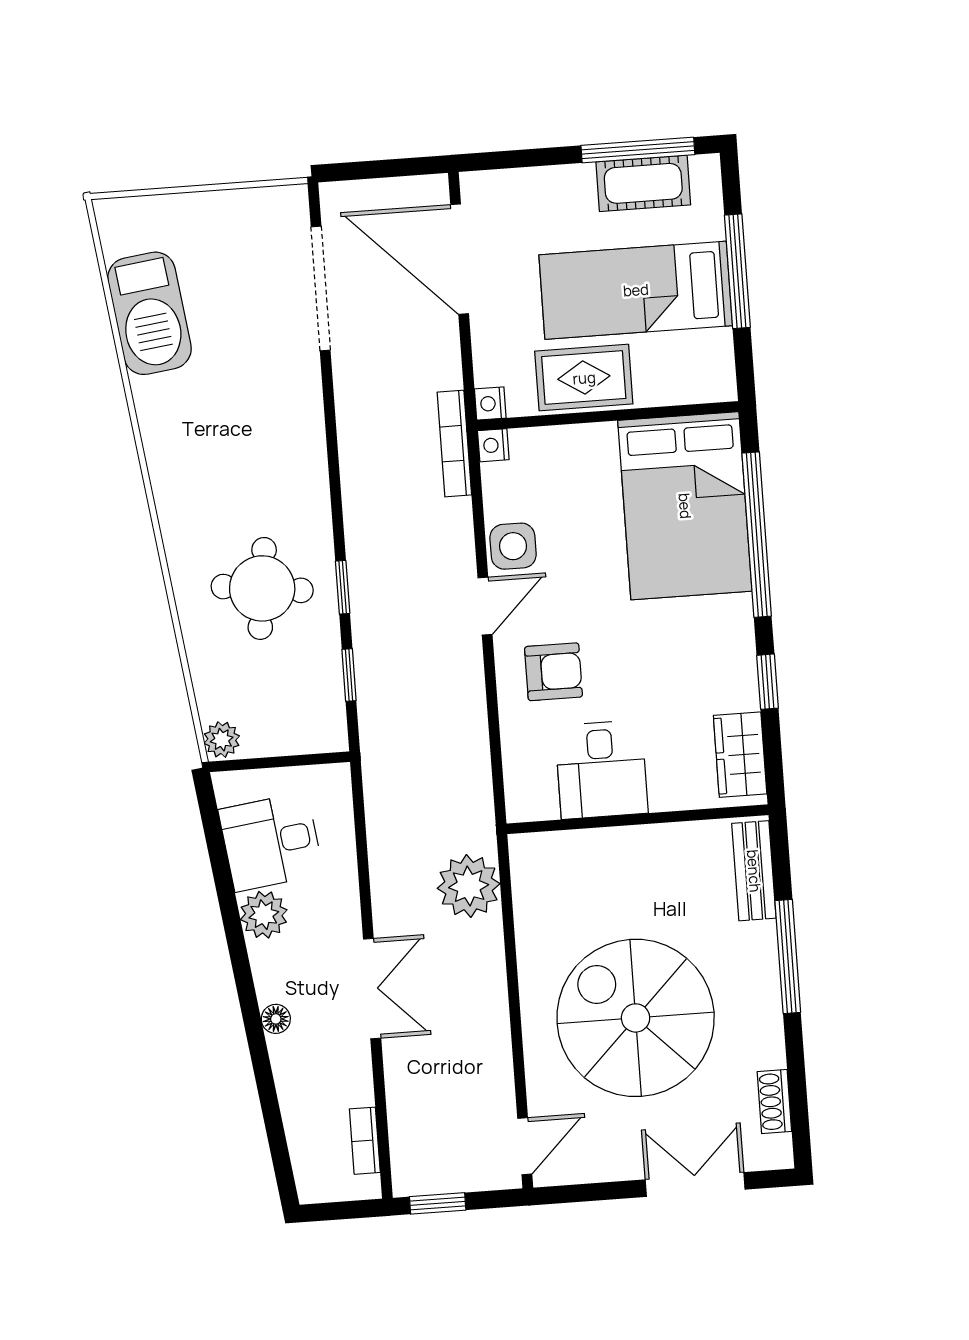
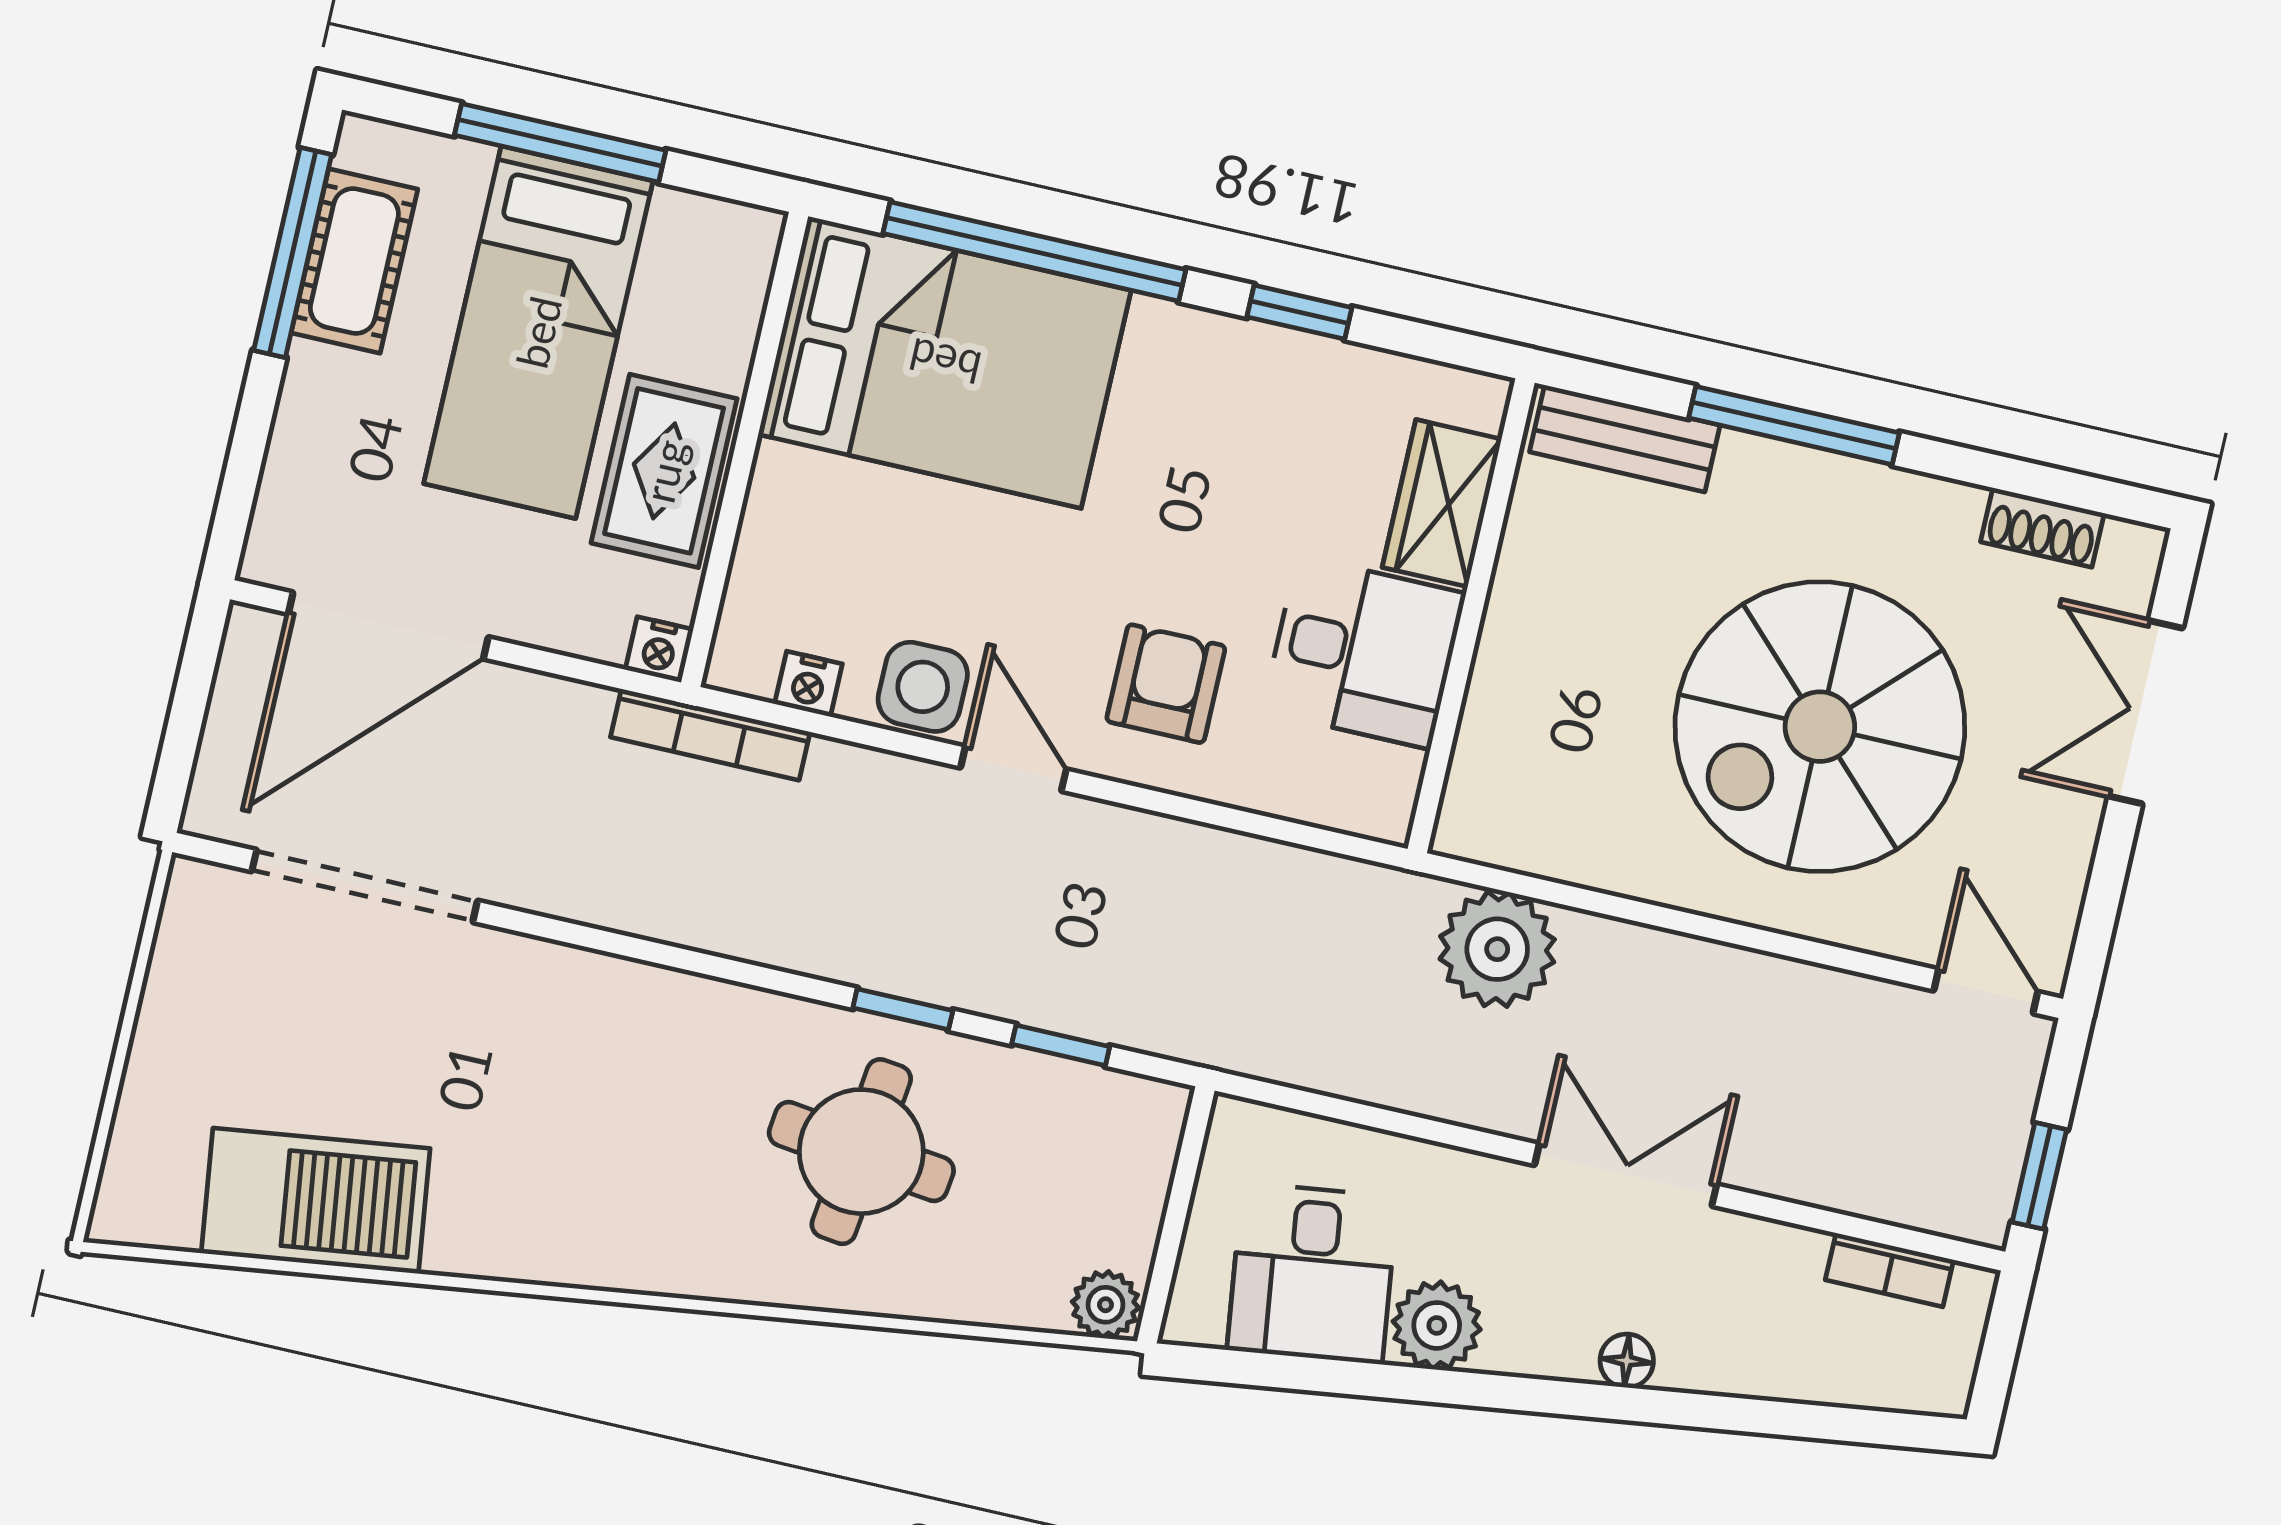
nightstand: (493, 445) -> (808, 684), moved
wardrobe: (740, 755) -> (1442, 503), moved, turned 90

